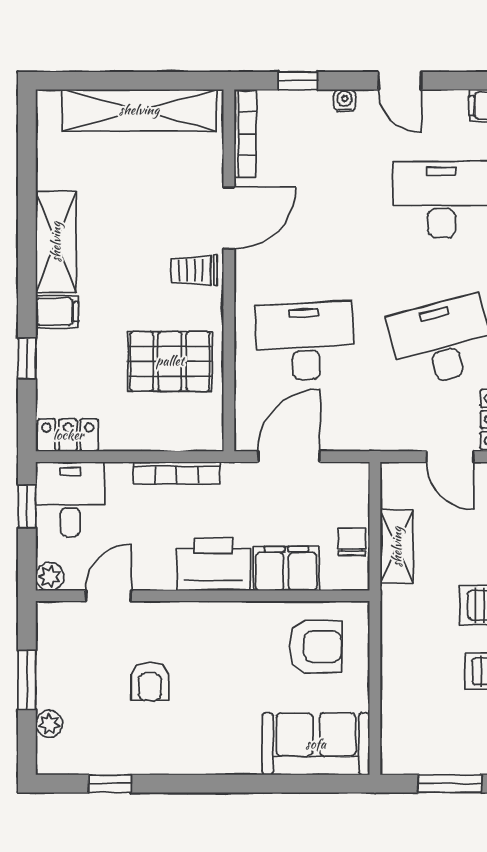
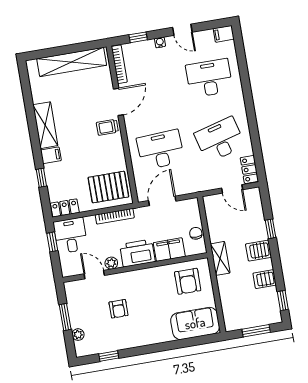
pallet: (170, 361) -> (108, 187), moved
shelving: (397, 547) -> (220, 258), moved
plant: (50, 577) -> (111, 263), moved
door: (108, 596) -> (94, 275), hinge flipped
armchair: (315, 646) -> (188, 281), turned 90

